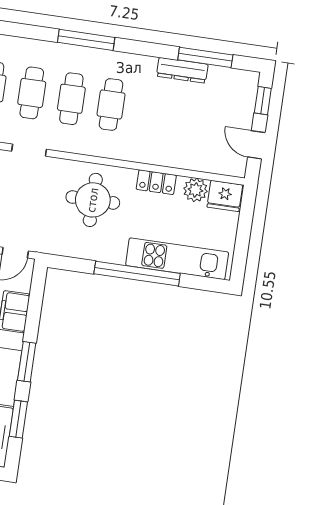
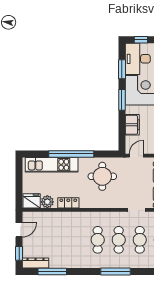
dresser: (182, 70) -> (36, 263), moved
door: (256, 145) -> (19, 230), hinge flipped
round table: (93, 200) -> (102, 176), moved

